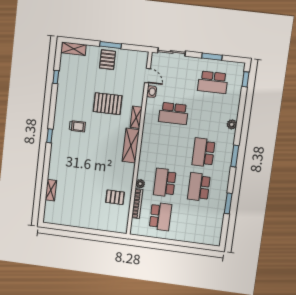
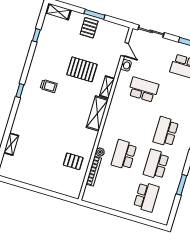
school desk: (173, 113) -> (143, 90), turned 180
school desk: (160, 217) -> (146, 197), moved

